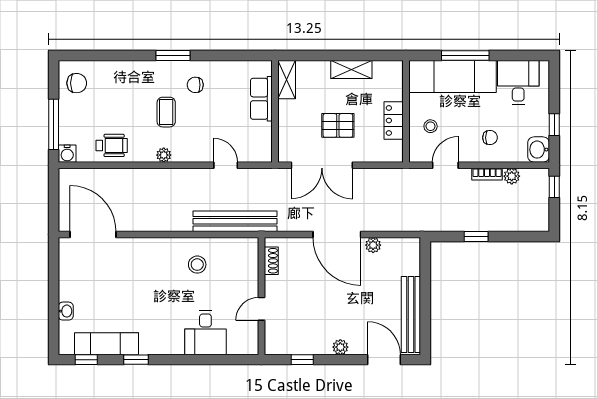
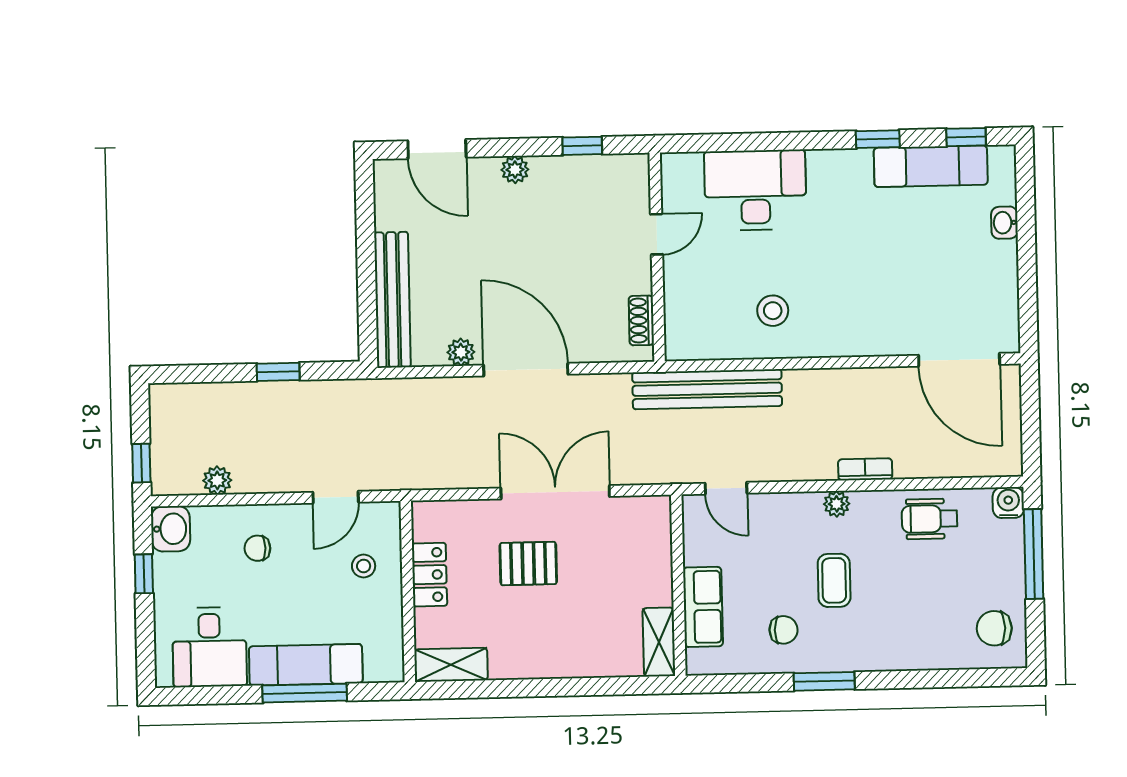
shelving: (351, 69) -> (451, 665), moved
exam couch: (453, 76) -> (306, 665), width x0.73, depth x0.69
shelving: (287, 80) -> (659, 642), moved
row of seats: (261, 99) -> (703, 607), moved
wall: (275, 111) -> (678, 585), moved
bookcase: (487, 174) -> (865, 469), moved
bench: (411, 314) -> (392, 300), moved
desk: (205, 333) -> (755, 190), width x1.37

